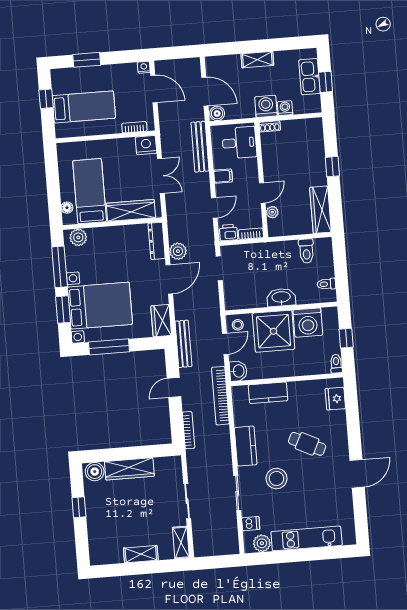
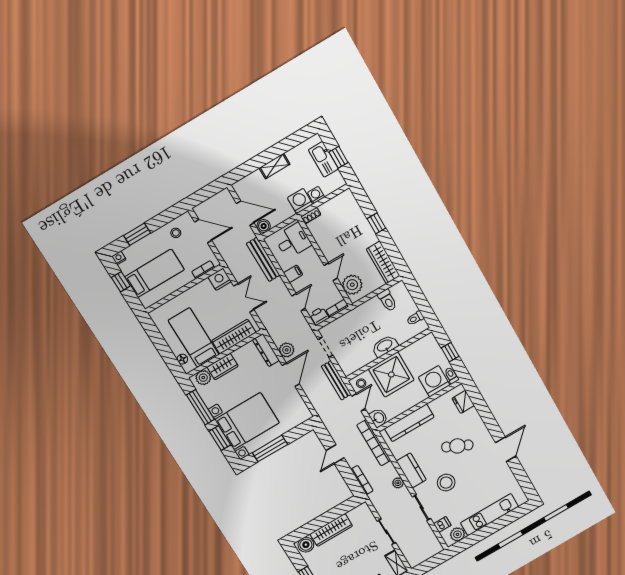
nightstand: (144, 67) -> (119, 258), moved
stool: (126, 77) -> (176, 233), added
plant: (272, 212) -> (352, 285), width x1.87, depth x1.87
wardrobe: (161, 321) -> (223, 367), moved, turned -90
washing machine: (308, 323) -> (434, 381), moved, turned 180
bench: (183, 344) -> (336, 380), moved
kitchen counter: (268, 393) -> (409, 423), width x1.50
plant: (225, 453) -> (398, 483), added

